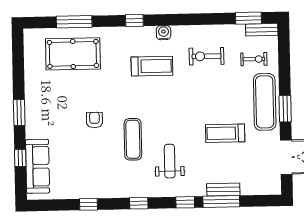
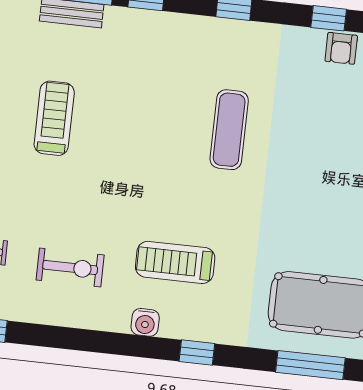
armchair: (94, 120) -> (341, 48), moved
treadmill: (225, 133) -> (54, 118), turned -90
weight bench: (170, 161) -> (165, 80), removed

